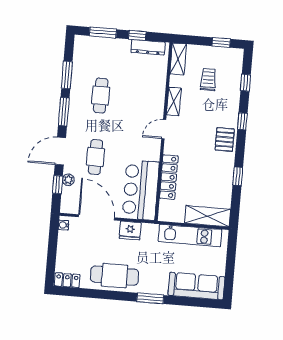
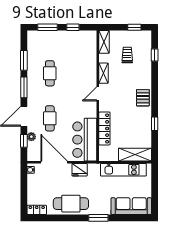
dresser: (148, 47) -> (81, 35), removed
window: (242, 121) -> (155, 83), removed

